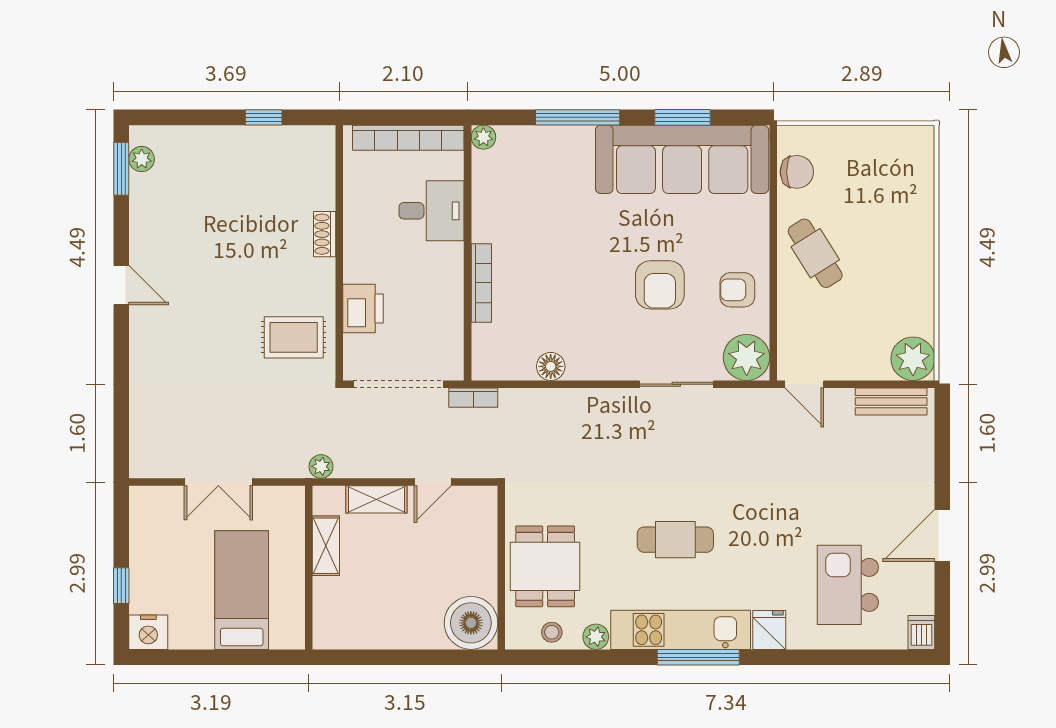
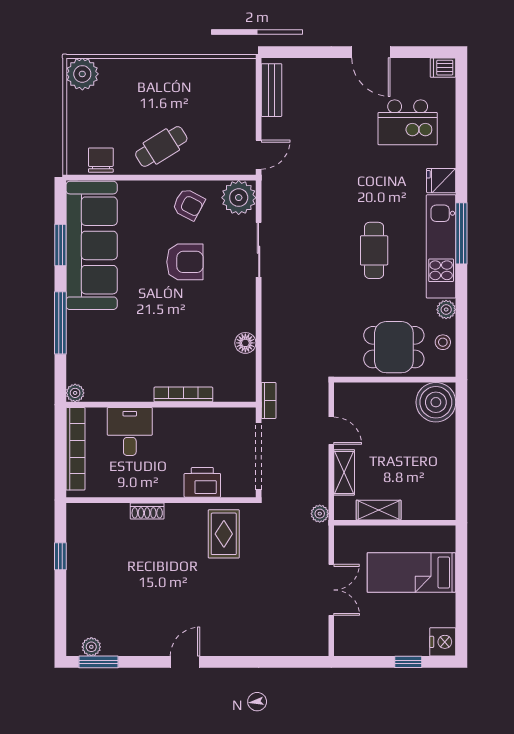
armchair: (737, 290) -> (188, 204), turned -62
plant: (913, 359) -> (82, 74), moved

